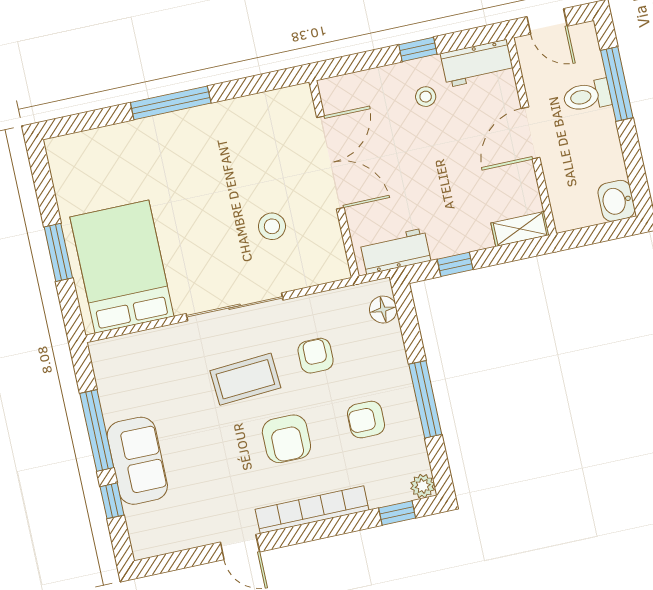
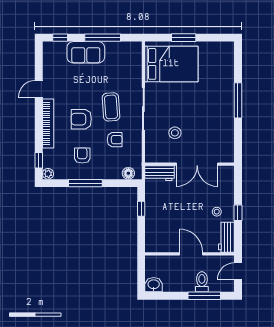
shelving: (520, 229) -> (150, 240), removed
workbench: (395, 251) -> (160, 173), moved, turned 90
window: (112, 501) -> (60, 38), moved

